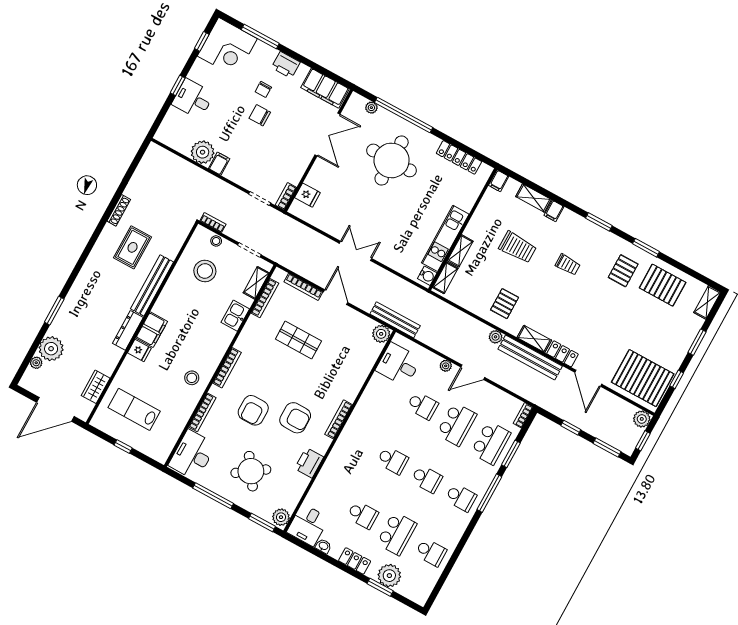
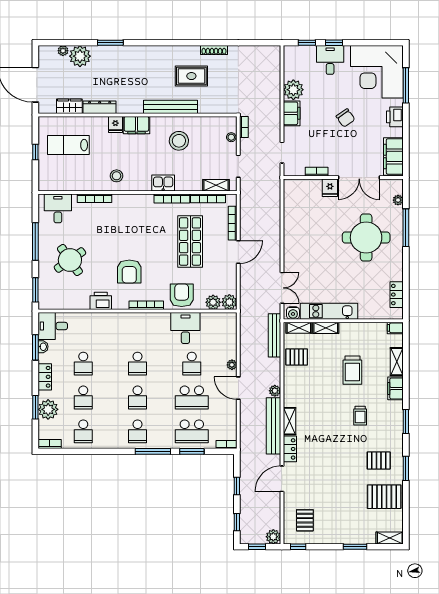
window: (202, 41) -> (307, 43), moved
corner desk: (227, 47) -> (377, 72), width x1.36, depth x1.36
chair: (263, 89) -> (367, 110), removed
chair: (260, 115) -> (346, 118), turned 145
window: (404, 115) -> (406, 228), width x0.68
locker: (459, 157) -> (397, 295), width x0.66
filing cabinet: (219, 164) -> (292, 113), width x2.00
fridge: (307, 195) -> (330, 188), moved
bookcase: (286, 196) -> (317, 172), moved
filing cabinet: (554, 211) -> (395, 388), width x2.00
double door: (356, 251) -> (282, 288), moved
stool: (205, 271) -> (179, 141), moved
pallet: (663, 285) -> (384, 497), turned 90
pallet: (505, 304) -> (297, 357), moved
kitchen sink: (235, 316) -> (163, 183), moved
bench: (395, 320) -> (274, 335), moved
dresser: (128, 330) -> (100, 107), moved
shop shelf: (298, 340) -> (190, 242), width x1.43, depth x1.36
desk: (398, 364) -> (185, 328), moved
bookcase: (227, 368) -> (172, 199), moved
pallet: (643, 378) -> (305, 520), width x0.49, depth x0.50
window: (677, 379) -> (298, 547), moved
lab bench: (134, 409) -> (68, 145), turned -90
armchair: (253, 410) -> (182, 295), moved, turned 90
window: (607, 447) -> (237, 522), width x0.67
desk: (192, 455) -> (58, 208), width x0.73
plant: (281, 517) -> (213, 302), moved
school desk: (397, 534) -> (83, 398), width x0.54
window: (320, 554) -> (35, 347), added
bookcase: (425, 593) -> (50, 444), added

